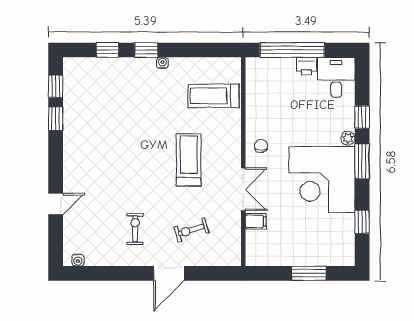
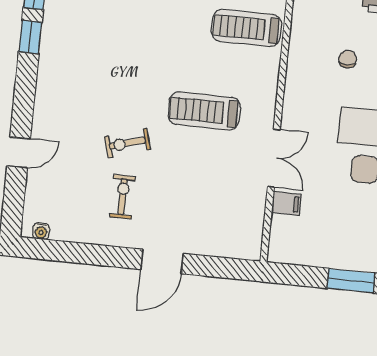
chair: (261, 146) -> (348, 59), moved
treadmill: (189, 160) -> (204, 111), turned -90
exercise bike: (191, 230) -> (128, 143), moved

